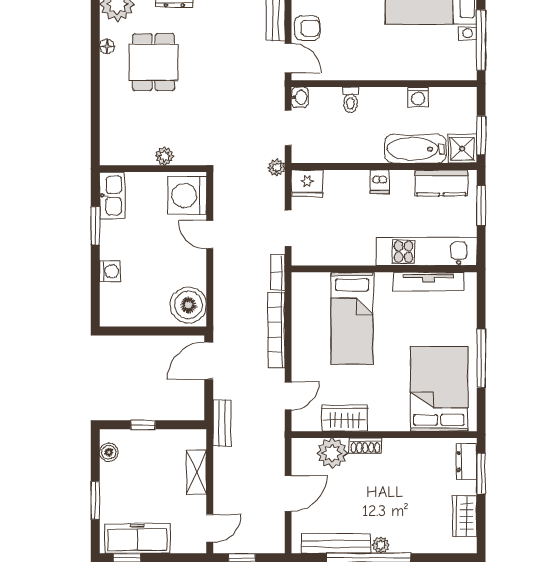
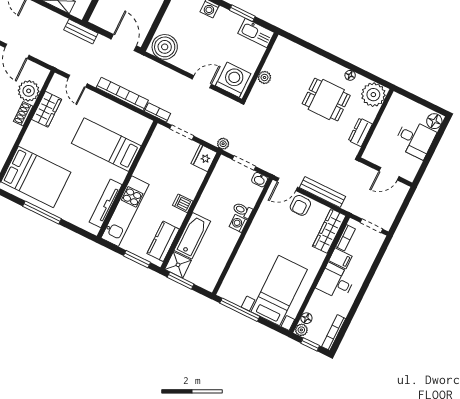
washing machine: (418, 97) -> (238, 223), moved

